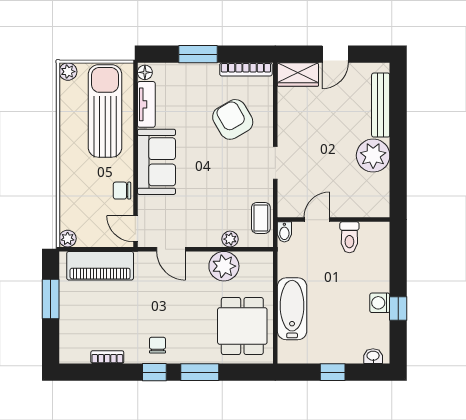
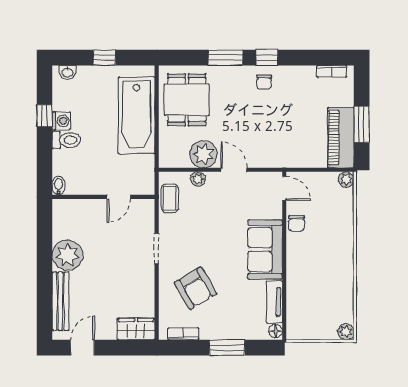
door: (335, 54) -> (82, 348), moved
bookcase: (246, 69) -> (183, 334), width x0.64
sun lounger: (105, 111) -> (312, 296), removed
chair: (122, 191) -> (296, 223), turned 90
bidet: (284, 232) -> (59, 186), moved
toilet: (349, 237) -> (66, 140), moved, turned 90
door: (171, 249) -> (234, 170), moved
piano: (100, 266) -> (341, 138), moved, turned -90
bathtub: (292, 309) -> (137, 115), width x1.36, depth x1.36
bookcase: (107, 357) -> (332, 71), moved

